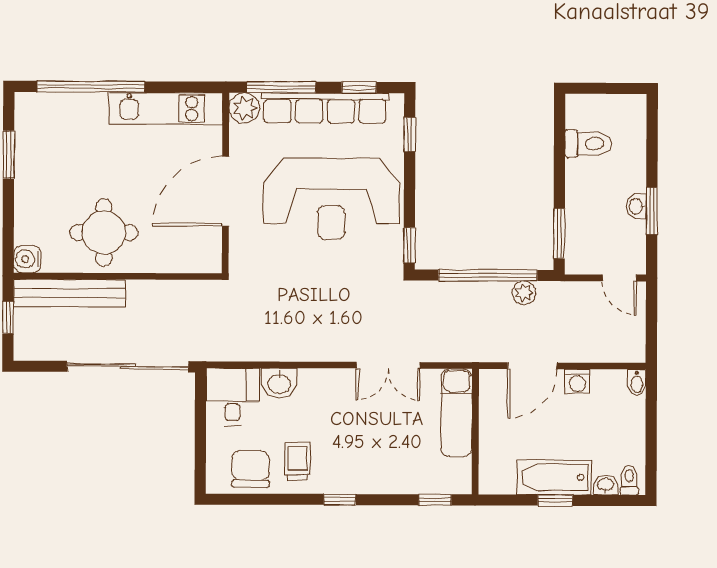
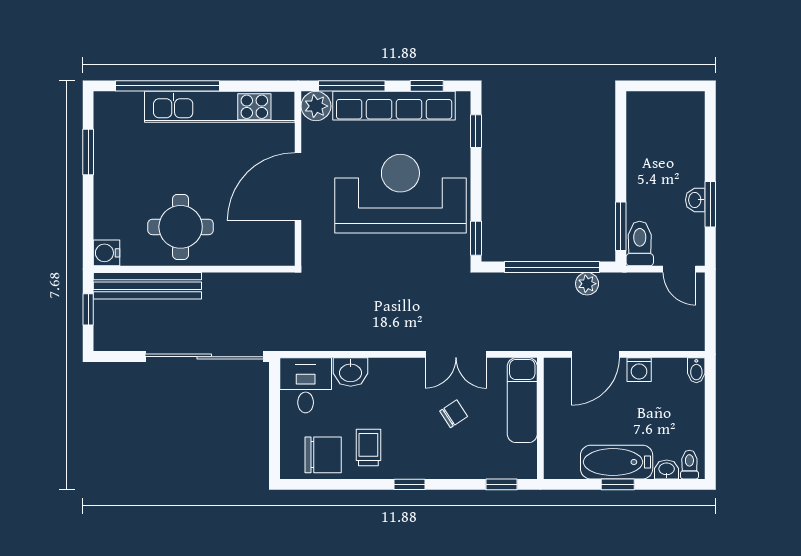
kitchen unit: (166, 108) -> (220, 107), width x1.36
toilet: (588, 144) -> (640, 244), moved, turned -90
reception desk: (331, 199) -> (400, 194), turned 180
chair: (386, 427) -> (454, 414), added
chair: (251, 469) -> (323, 455), turned 90

